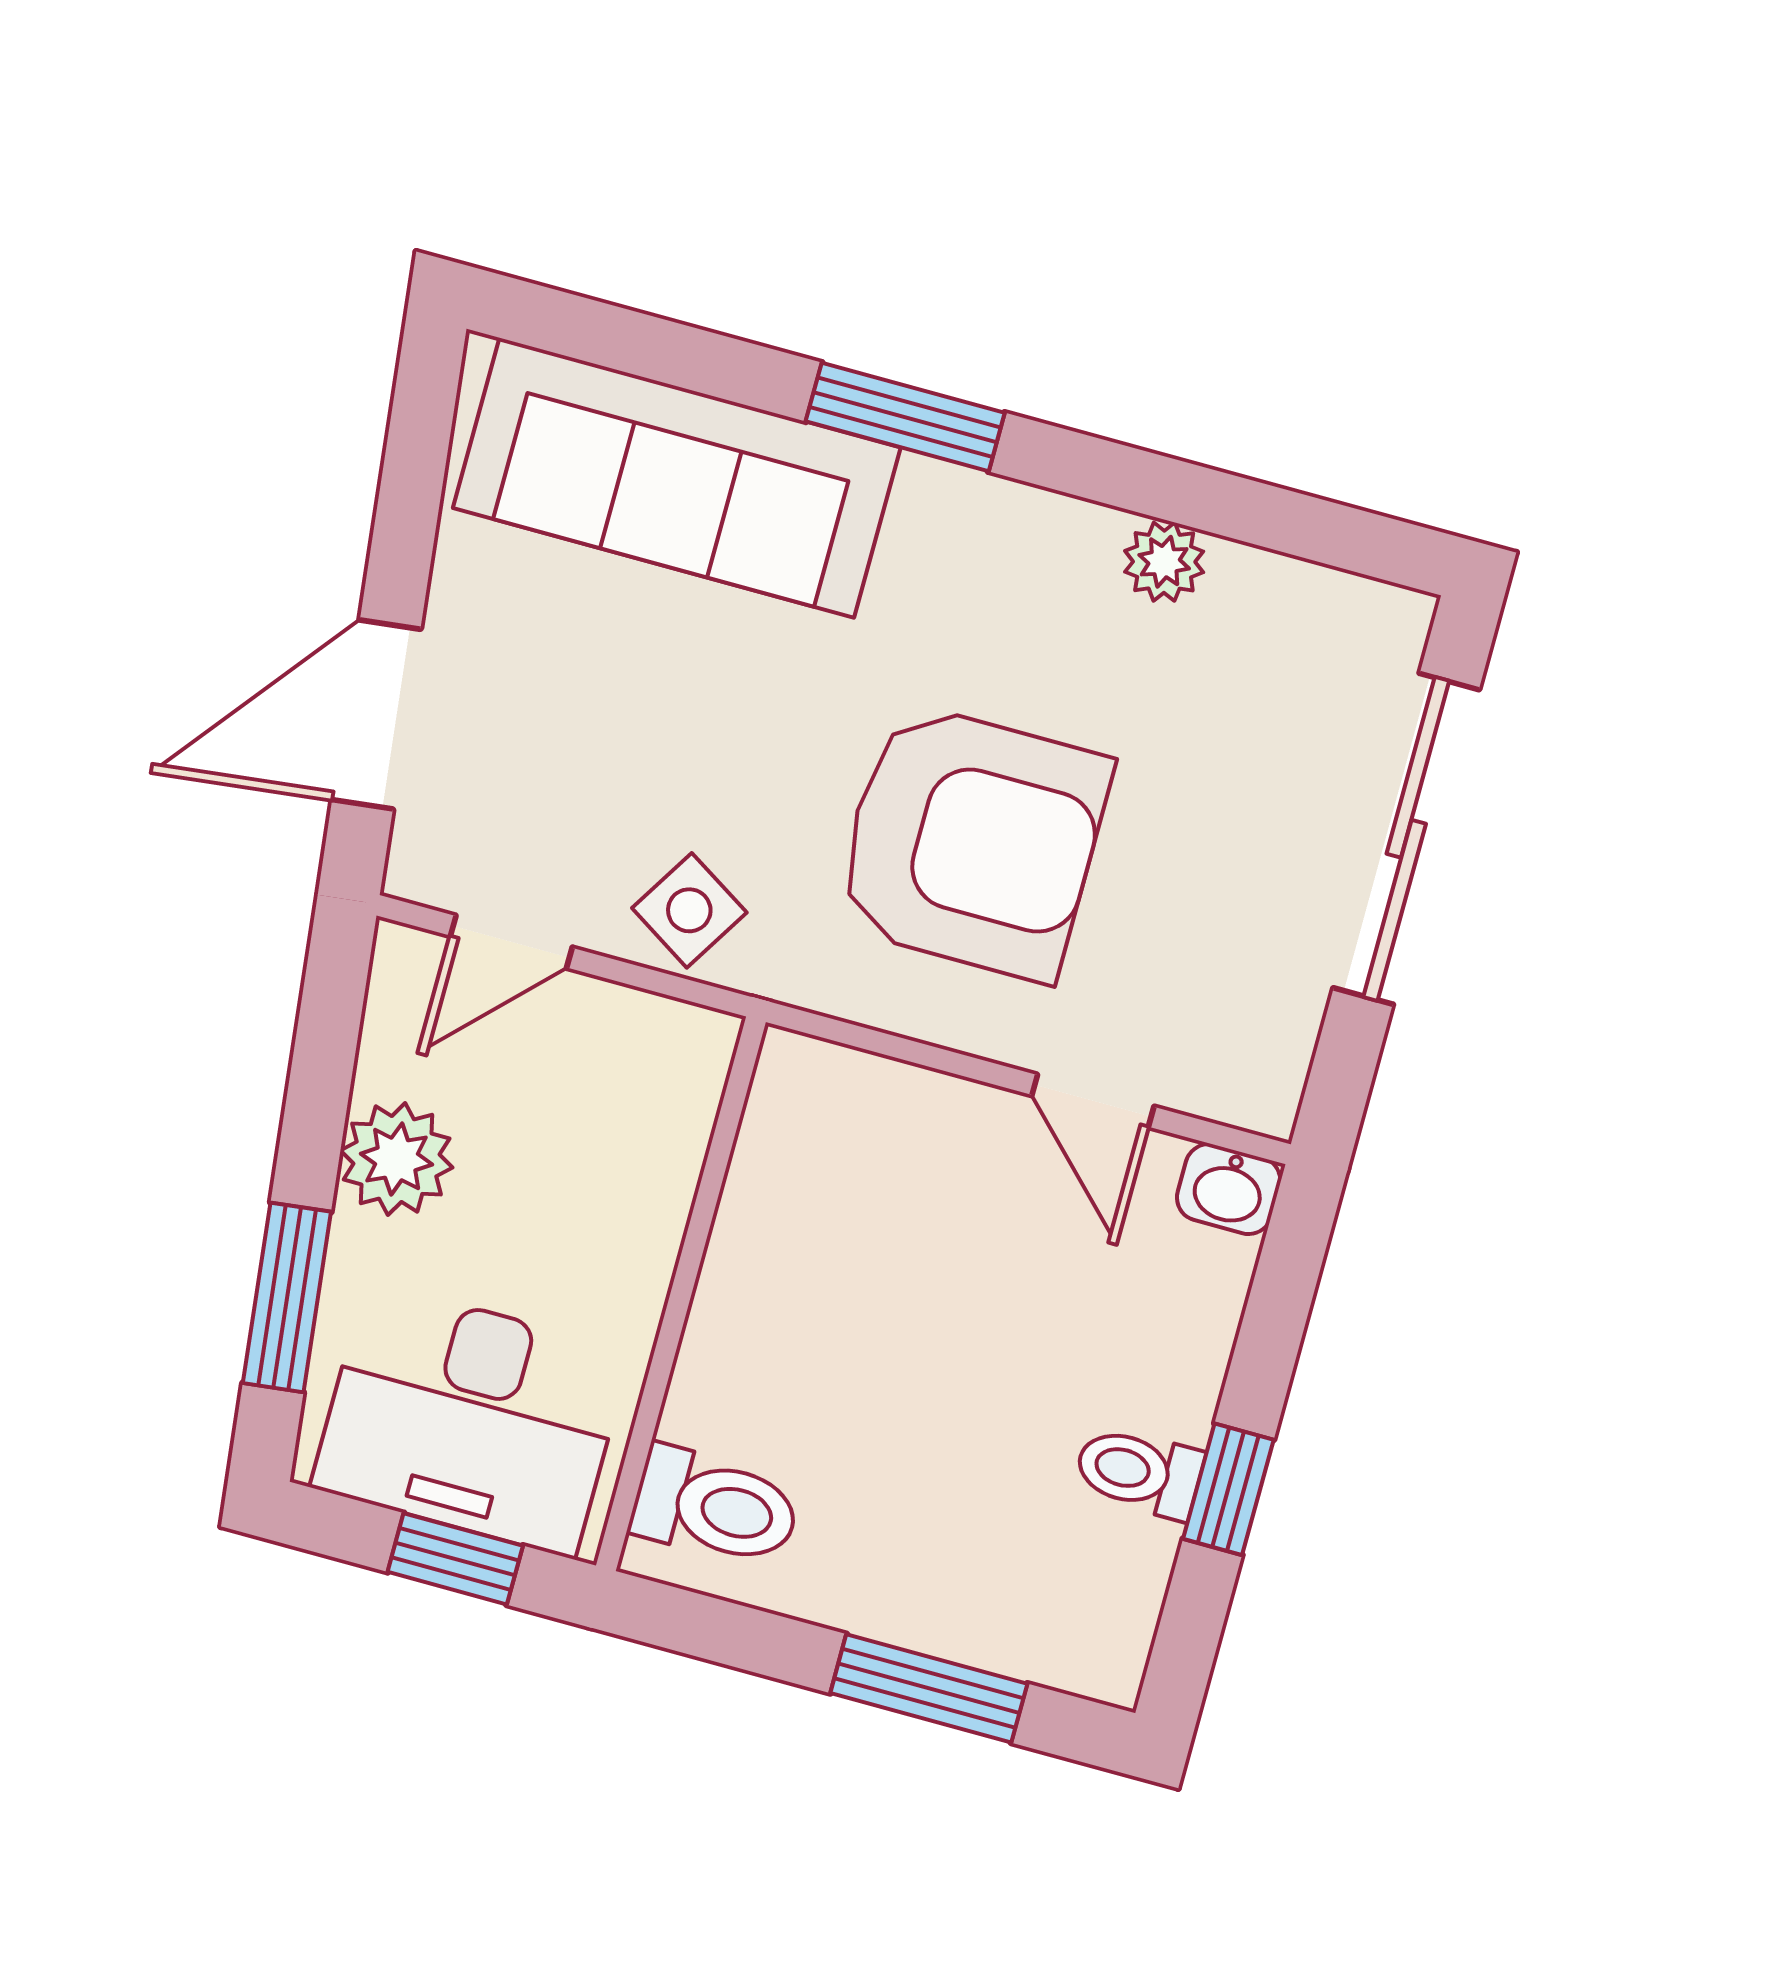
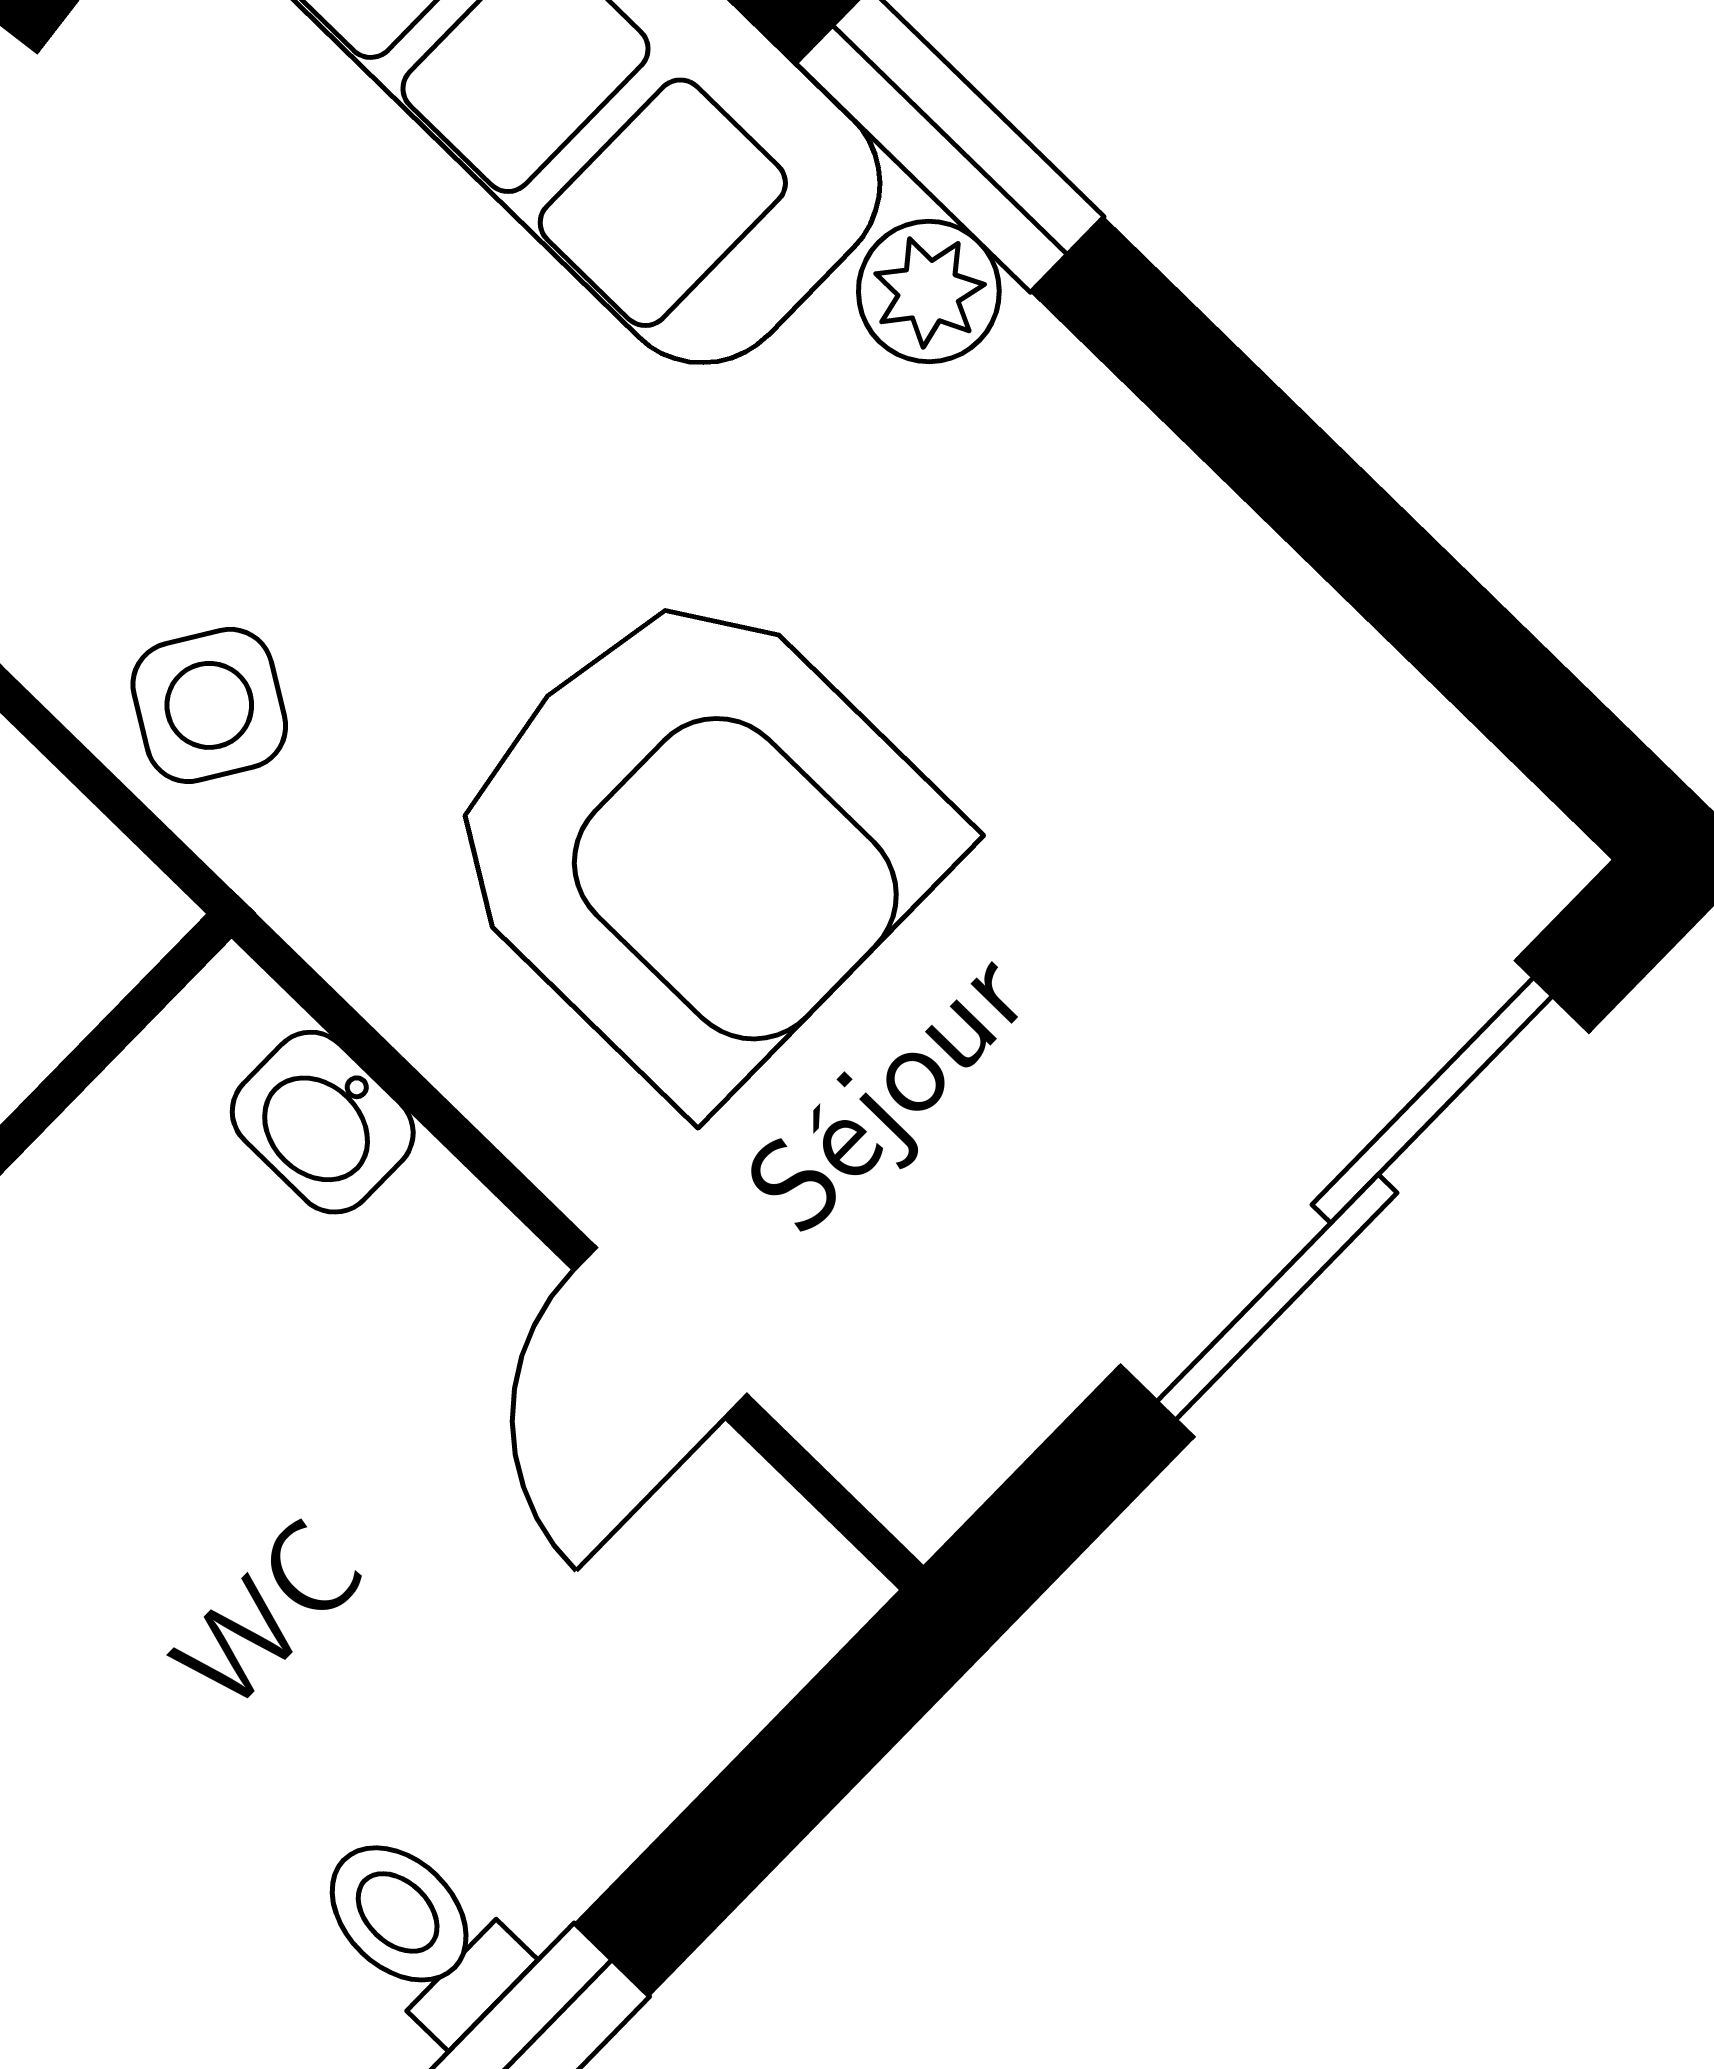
plant: (1164, 562) -> (929, 291), moved
washbasin: (1229, 1189) -> (323, 1122), moved

